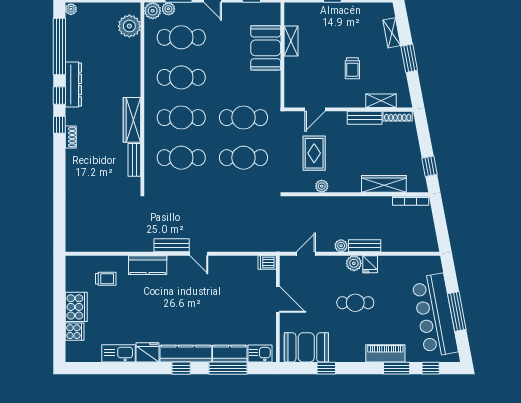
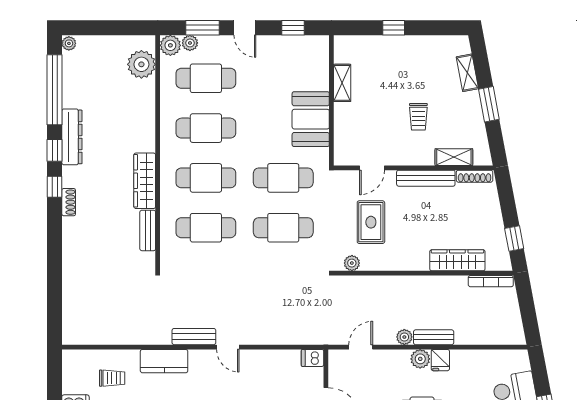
booth: (266, 48) -> (311, 119), moved
bench: (365, 118) -> (426, 178), width x1.36
plant: (322, 186) -> (352, 263), moved

